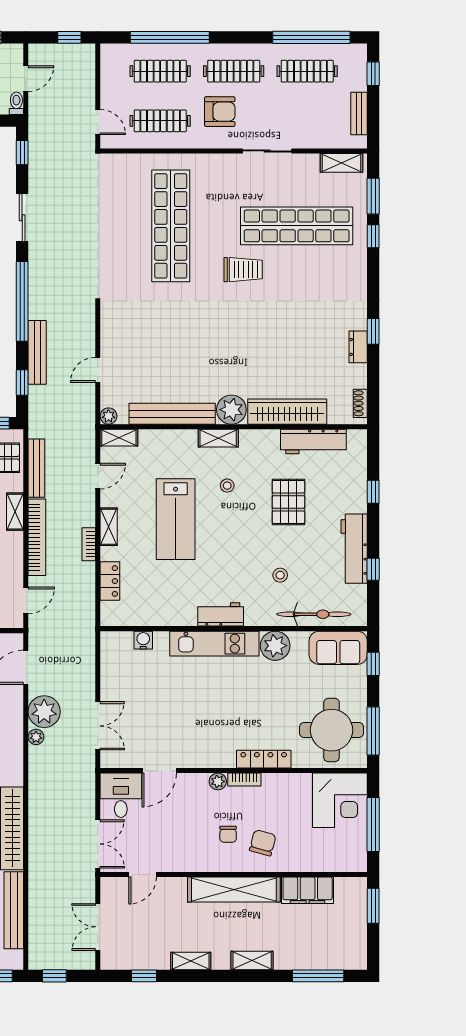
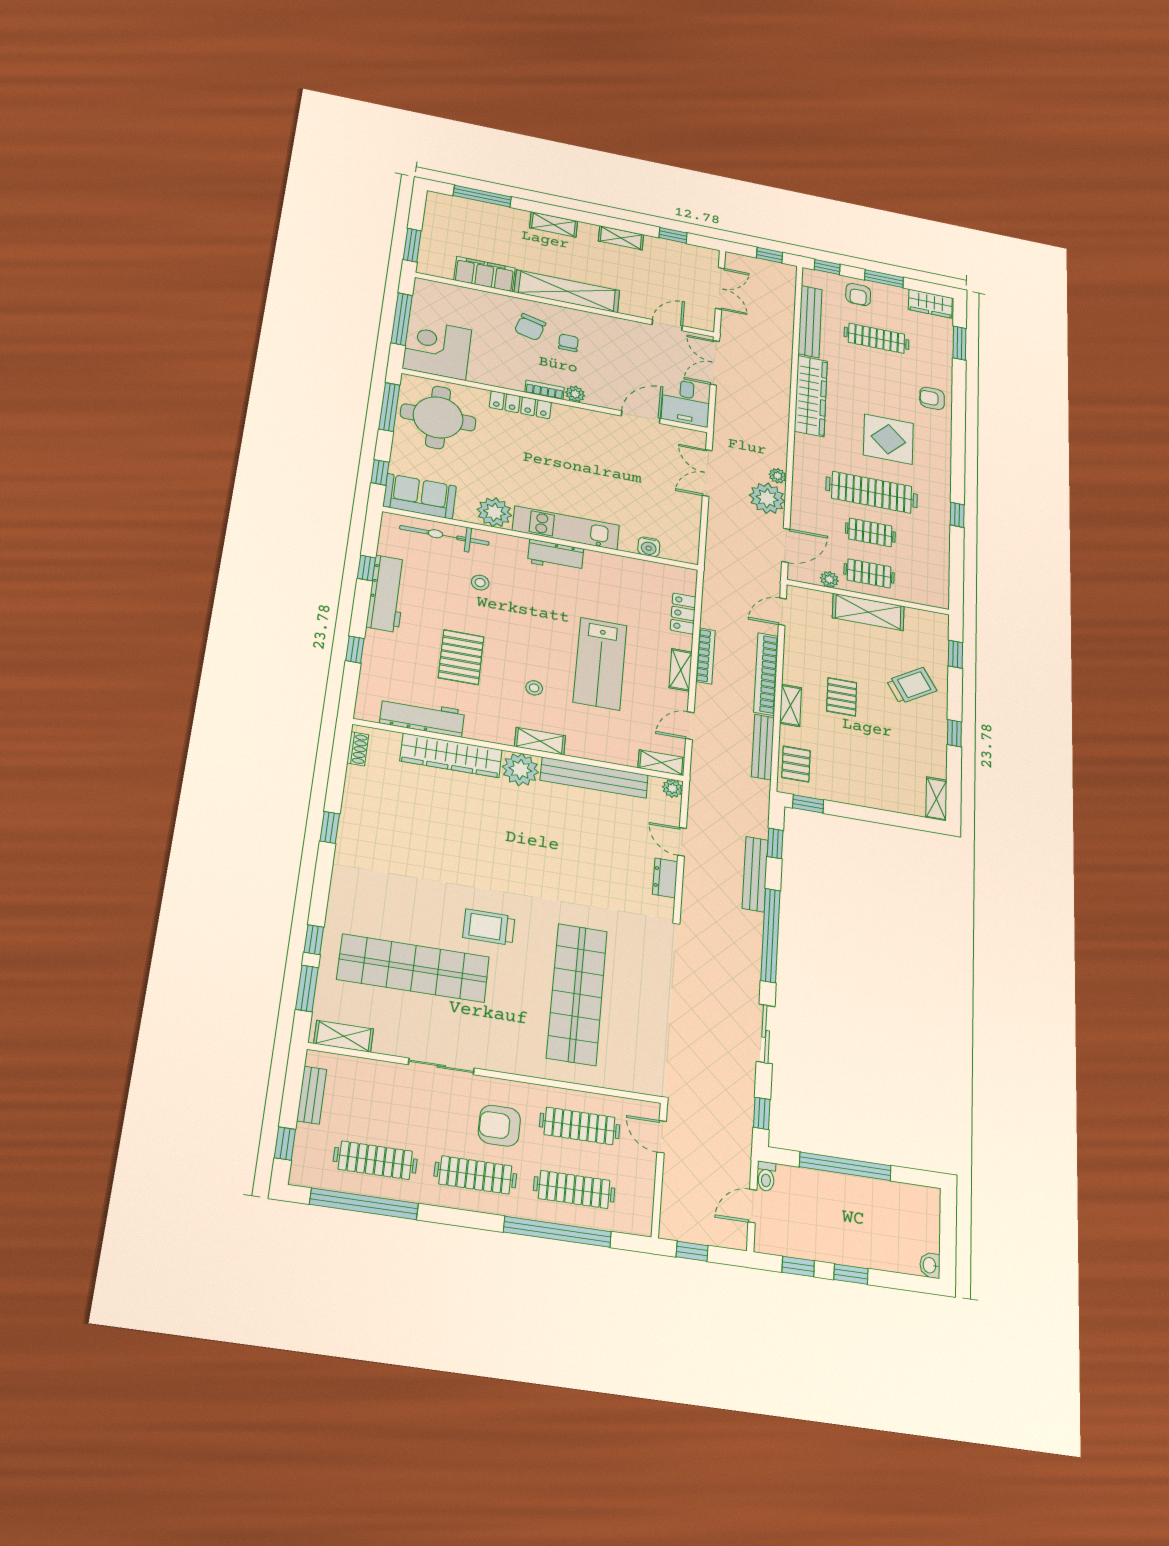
dresser: (358, 347) -> (665, 878), moved, turned 180
door: (98, 370) -> (682, 842), swing flipped
lab bench: (176, 519) -> (600, 664), turned 180
bookcase: (89, 544) -> (706, 656), width x1.56

